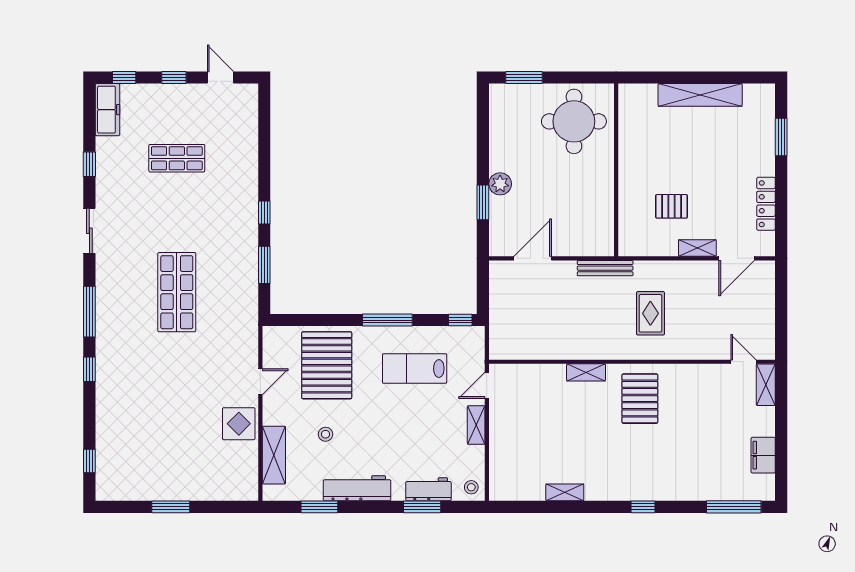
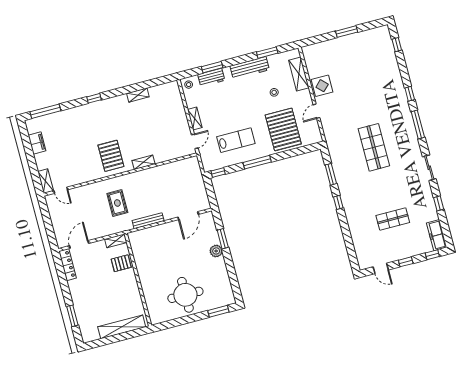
wall: (616, 170) -> (138, 280), moved
locker: (766, 204) -> (68, 265), moved
shelving: (697, 248) -> (116, 241), moved

